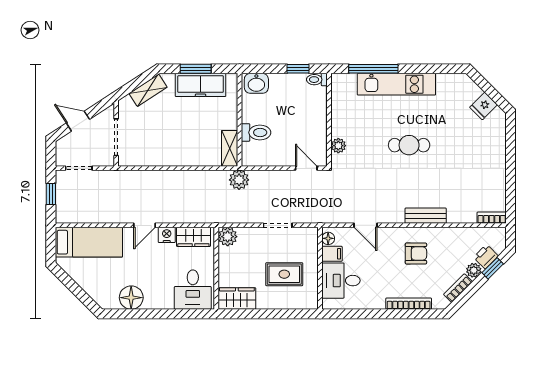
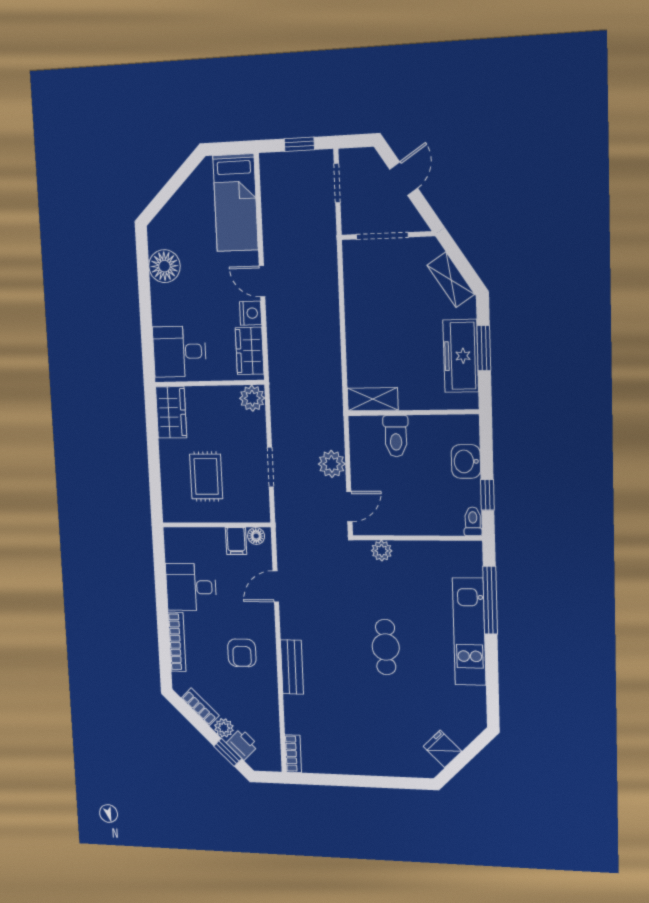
washbasin: (256, 83) -> (466, 461), moved
plant: (239, 180) -> (332, 464), moved
desk: (341, 281) -> (191, 587), moved, turned -90

